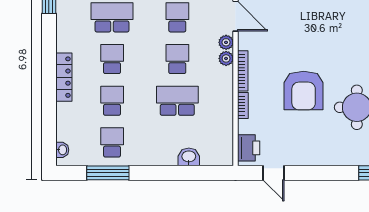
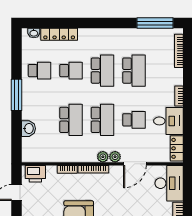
school desk: (112, 59) -> (102, 71), width x1.85
school desk: (177, 59) -> (102, 120), width x1.85
locker: (64, 77) -> (59, 34), moved
window: (108, 173) -> (16, 95), moved

